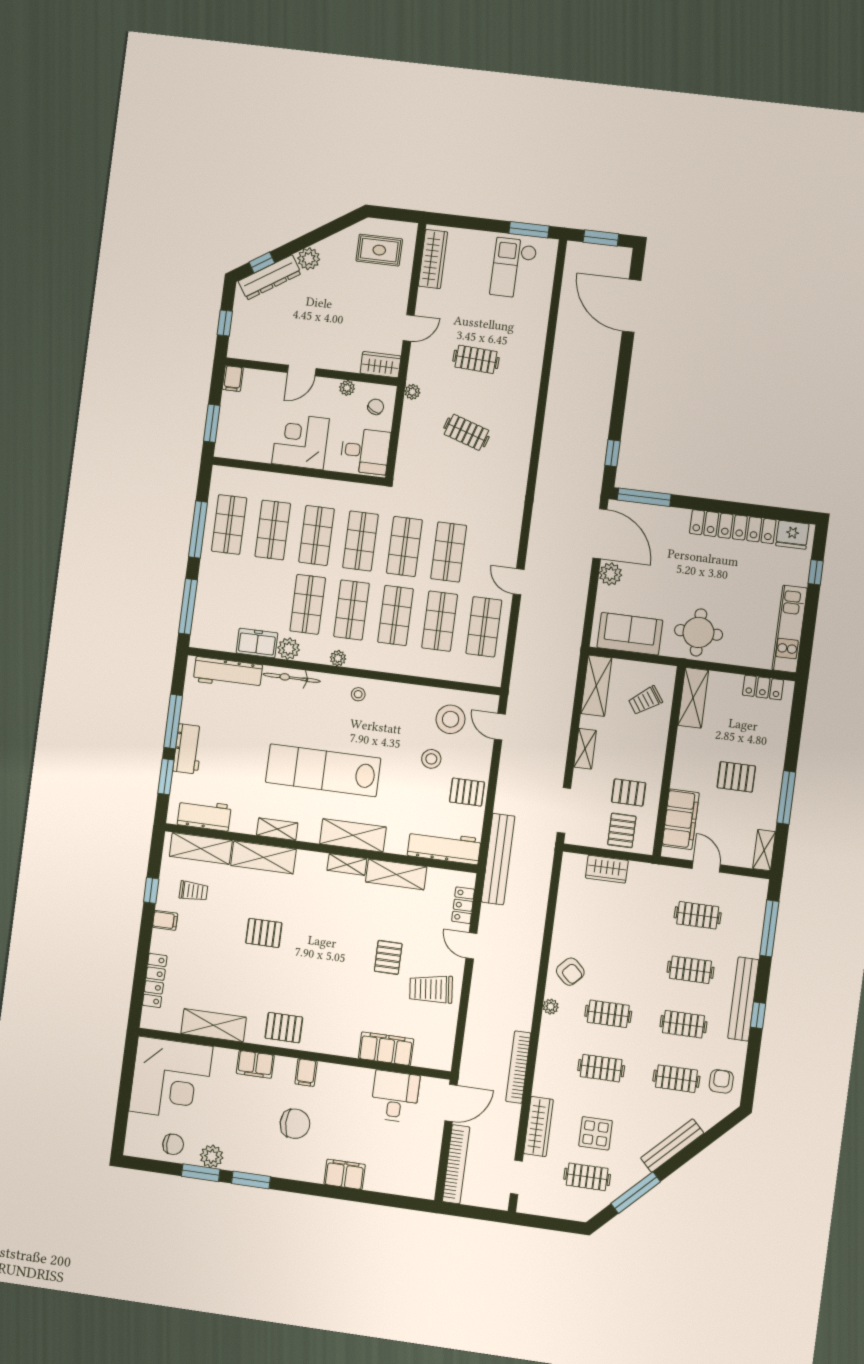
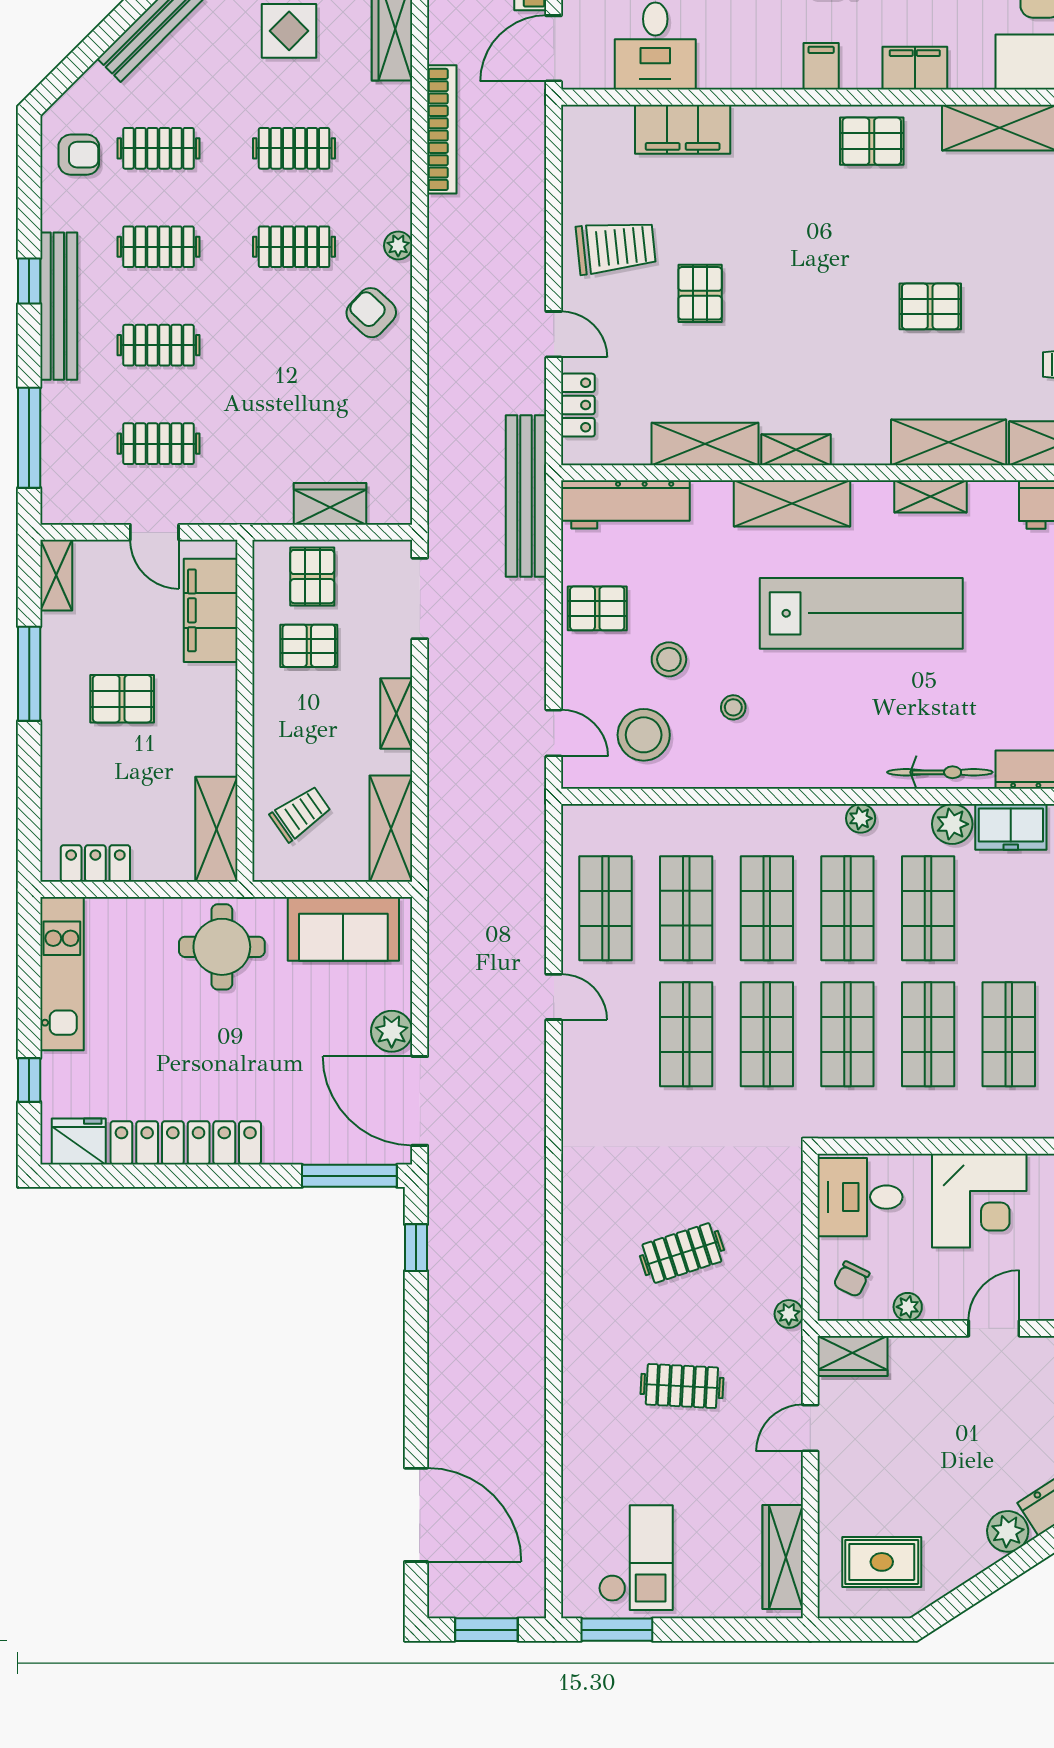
clothes rail: (466, 432) -> (682, 1253), turned -36
stool: (358, 694) -> (733, 707), moved
armchair: (721, 1081) -> (79, 155), turned -90

